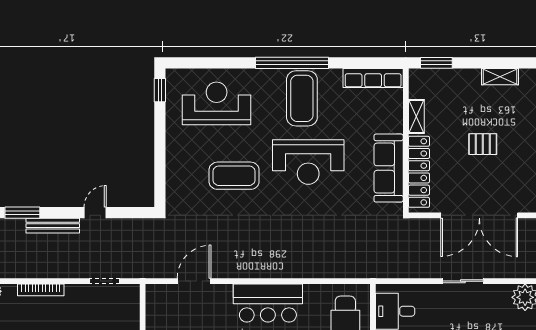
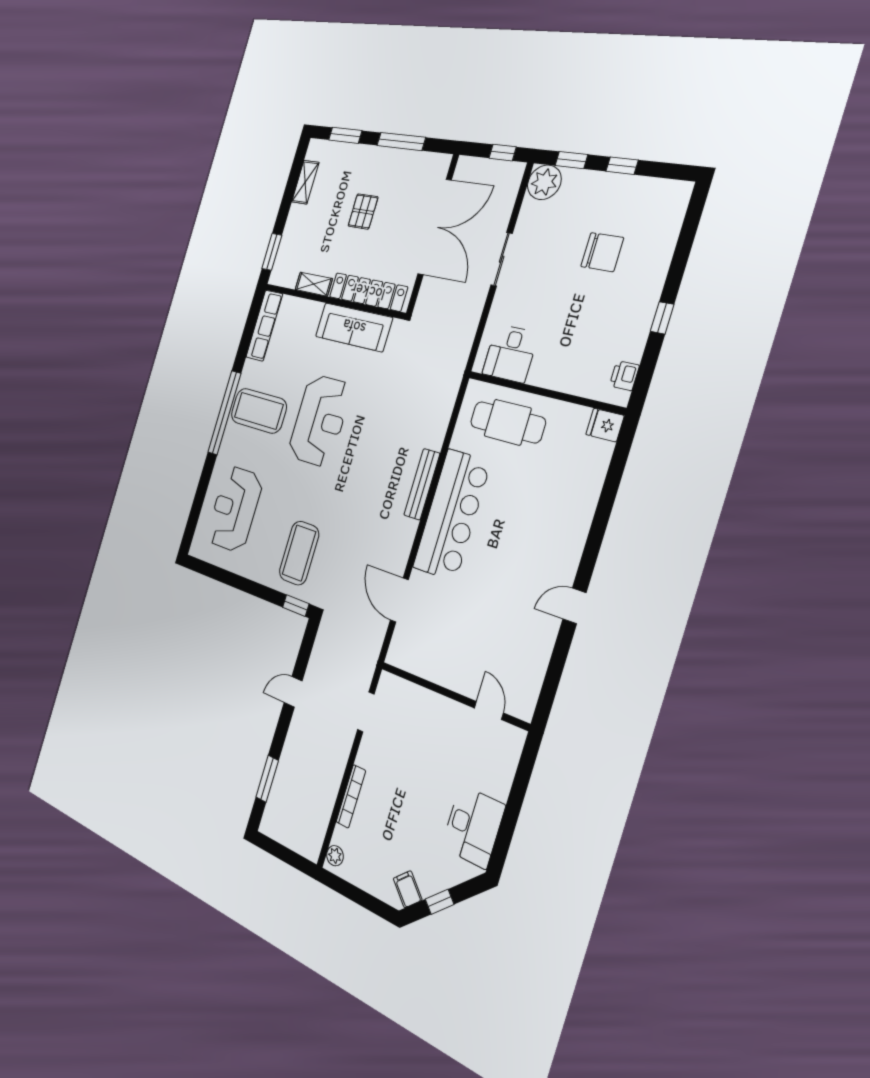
window: (160, 90) -> (296, 606), moved
coffee table: (234, 176) -> (299, 553), moved
door: (95, 213) -> (293, 692), hinge flipped
bench: (53, 226) -> (422, 484), moved
bar counter: (268, 303) -> (452, 515), width x1.36

